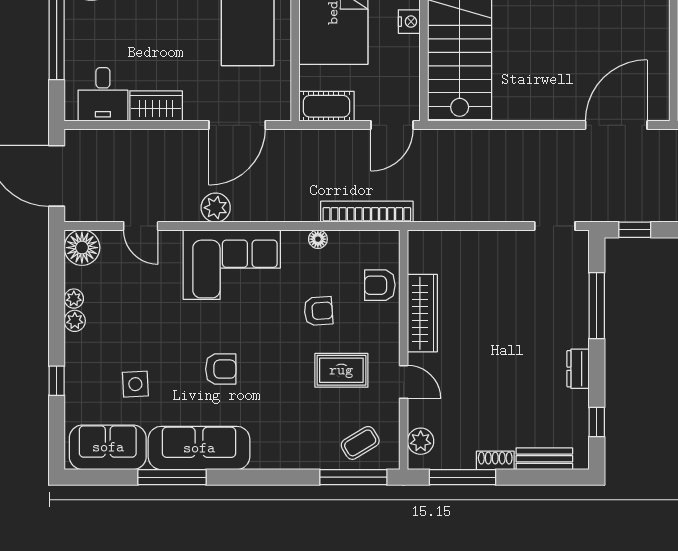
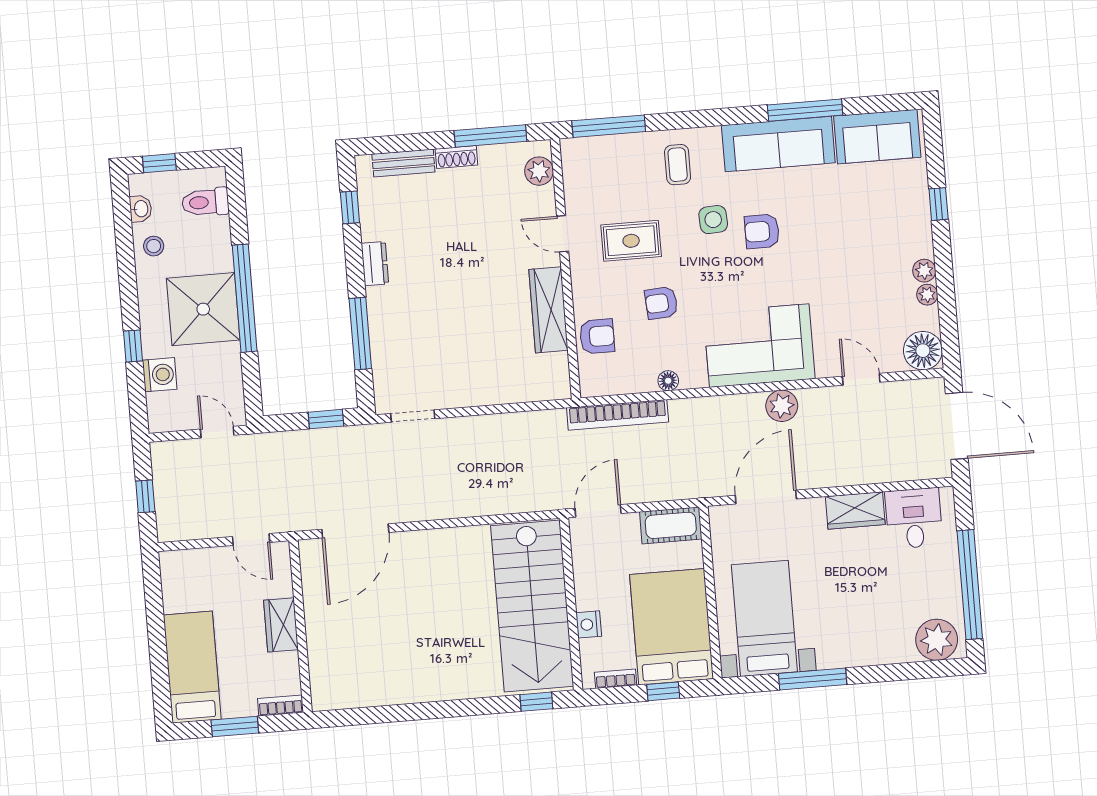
side table: (135, 384) -> (713, 220), moved
coffee table: (360, 443) -> (678, 165), moved, turned -59

